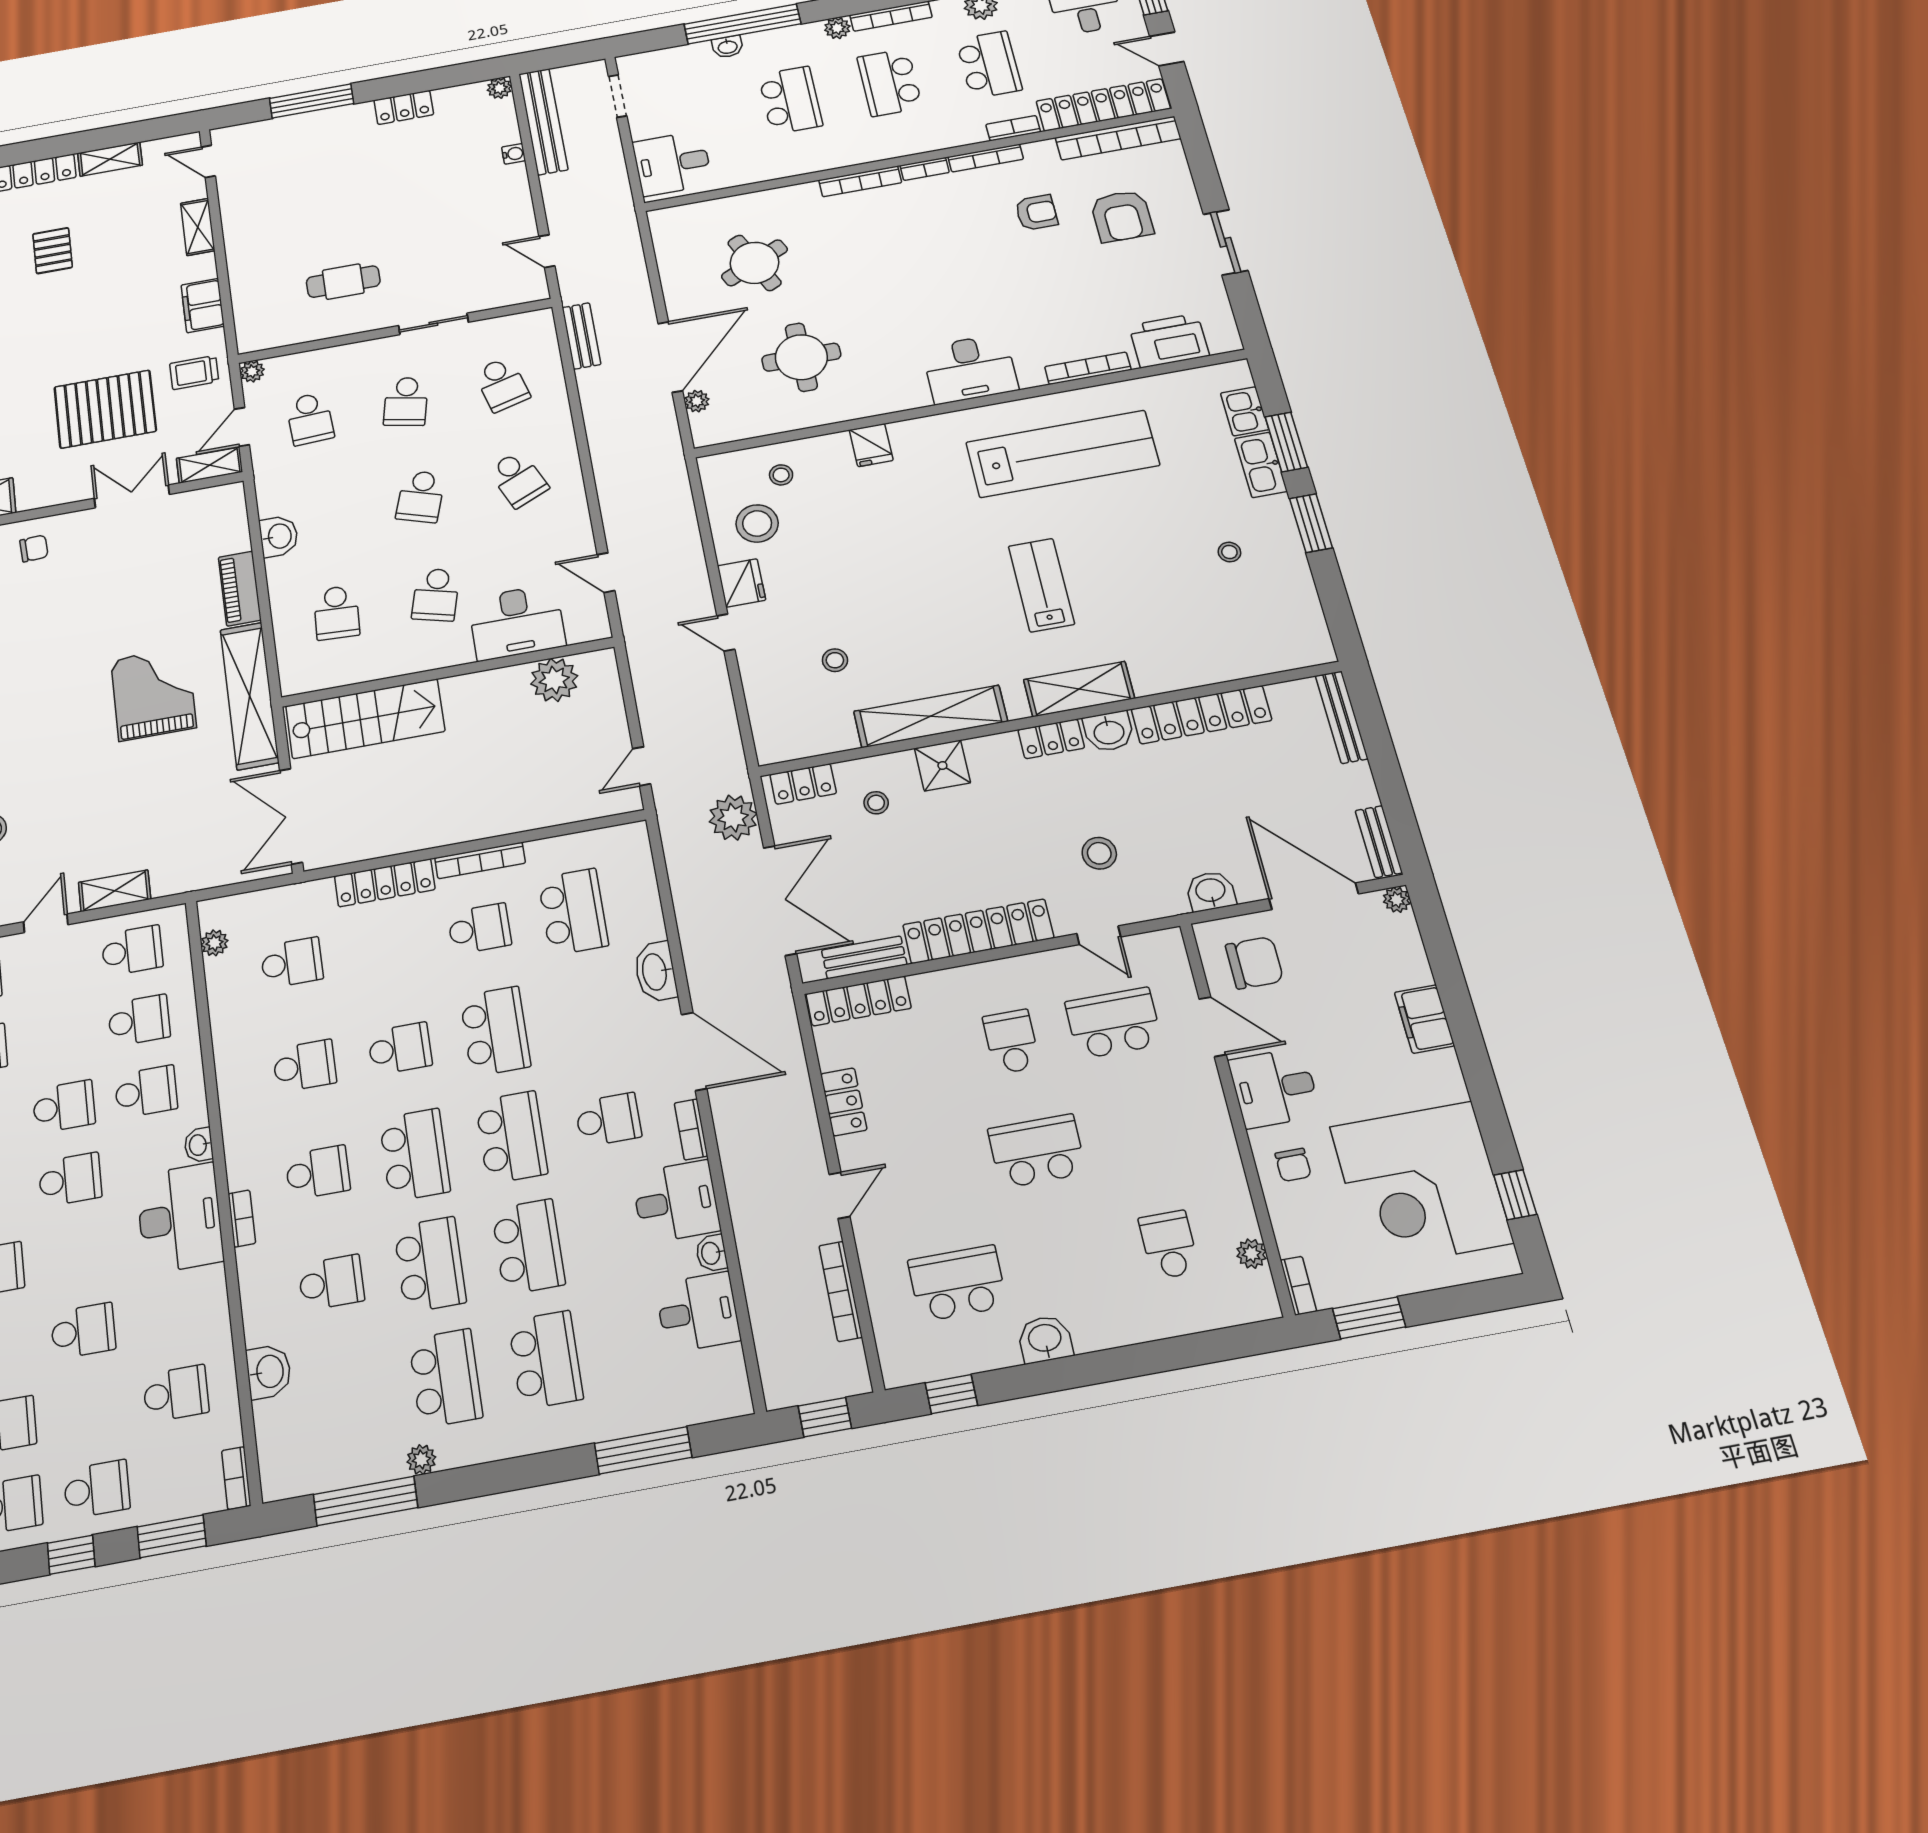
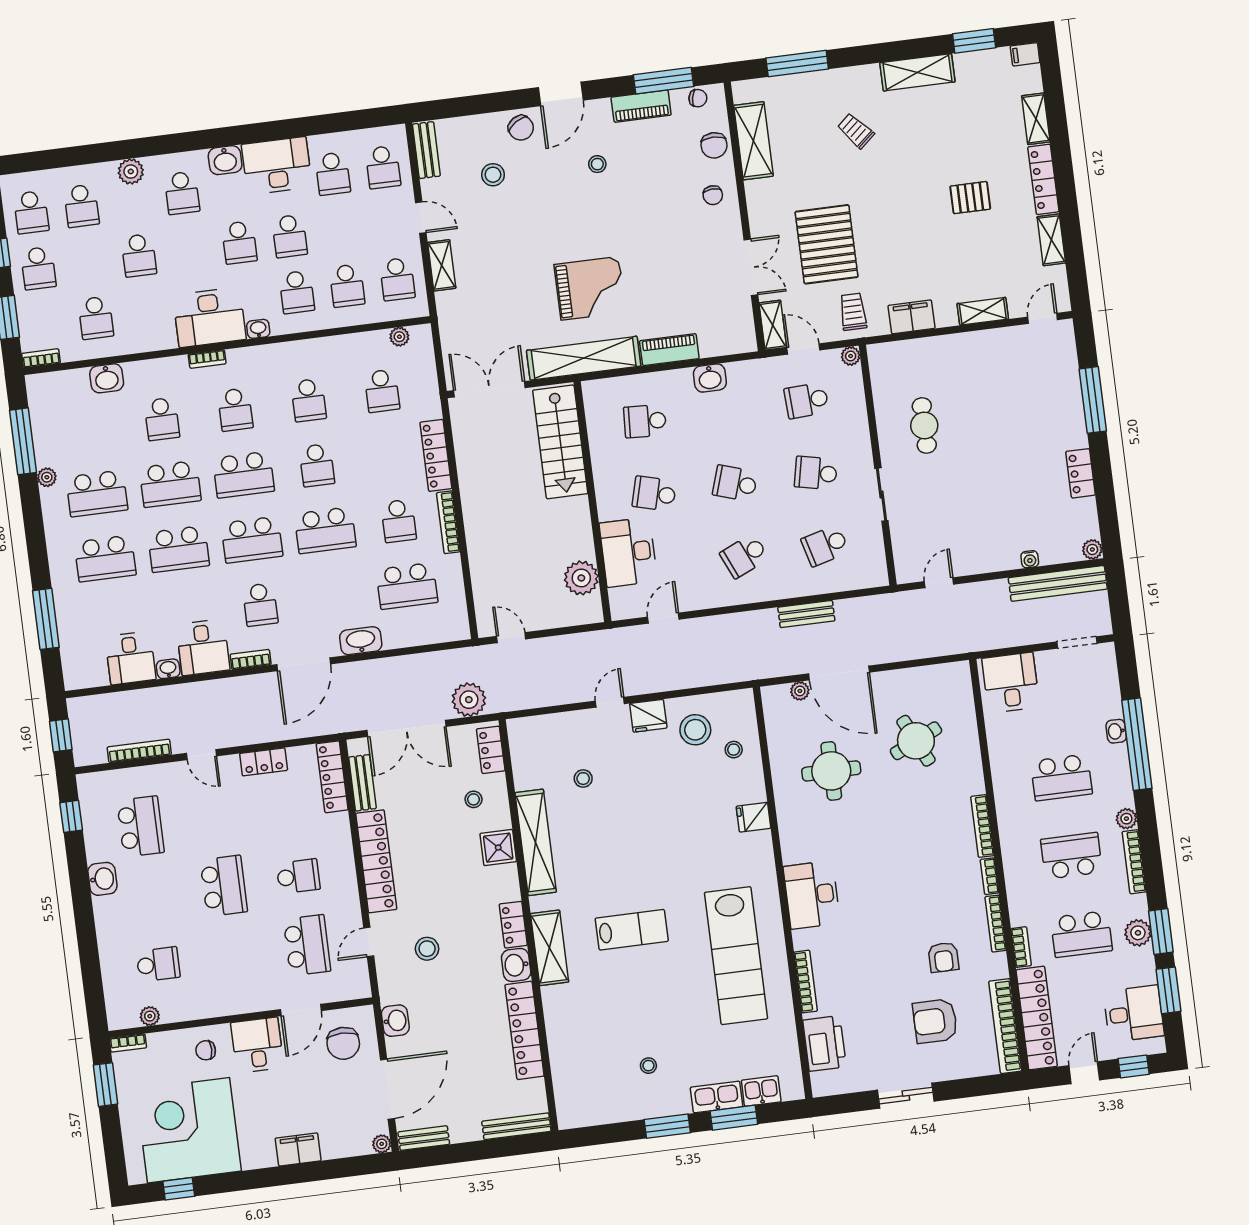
bench: (581, 336) -> (806, 614), moved

